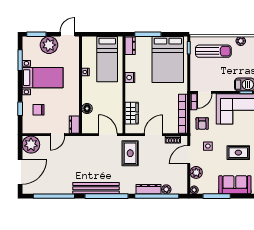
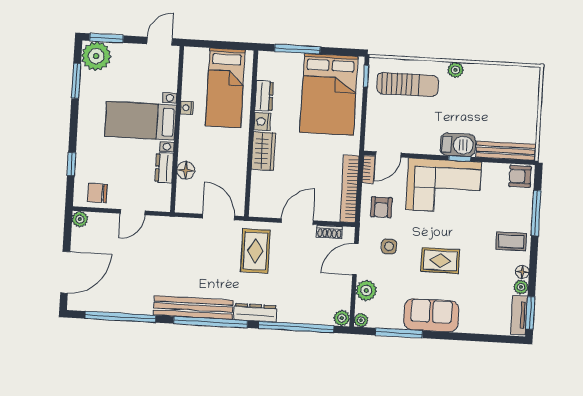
plant: (49, 45) -> (96, 56), moved
dresser: (130, 46) -> (264, 96), moved
bed with nightstands: (43, 78) -> (140, 121), moved, turned 180
chair: (39, 110) -> (97, 193), moved
wardrobe: (132, 113) -> (263, 151), moved
dresser: (74, 125) -> (164, 168), moved
plant: (31, 145) -> (80, 219), width x0.53, depth x0.53
dresser: (149, 189) -> (255, 313), moved
plant: (166, 189) -> (342, 318), moved

